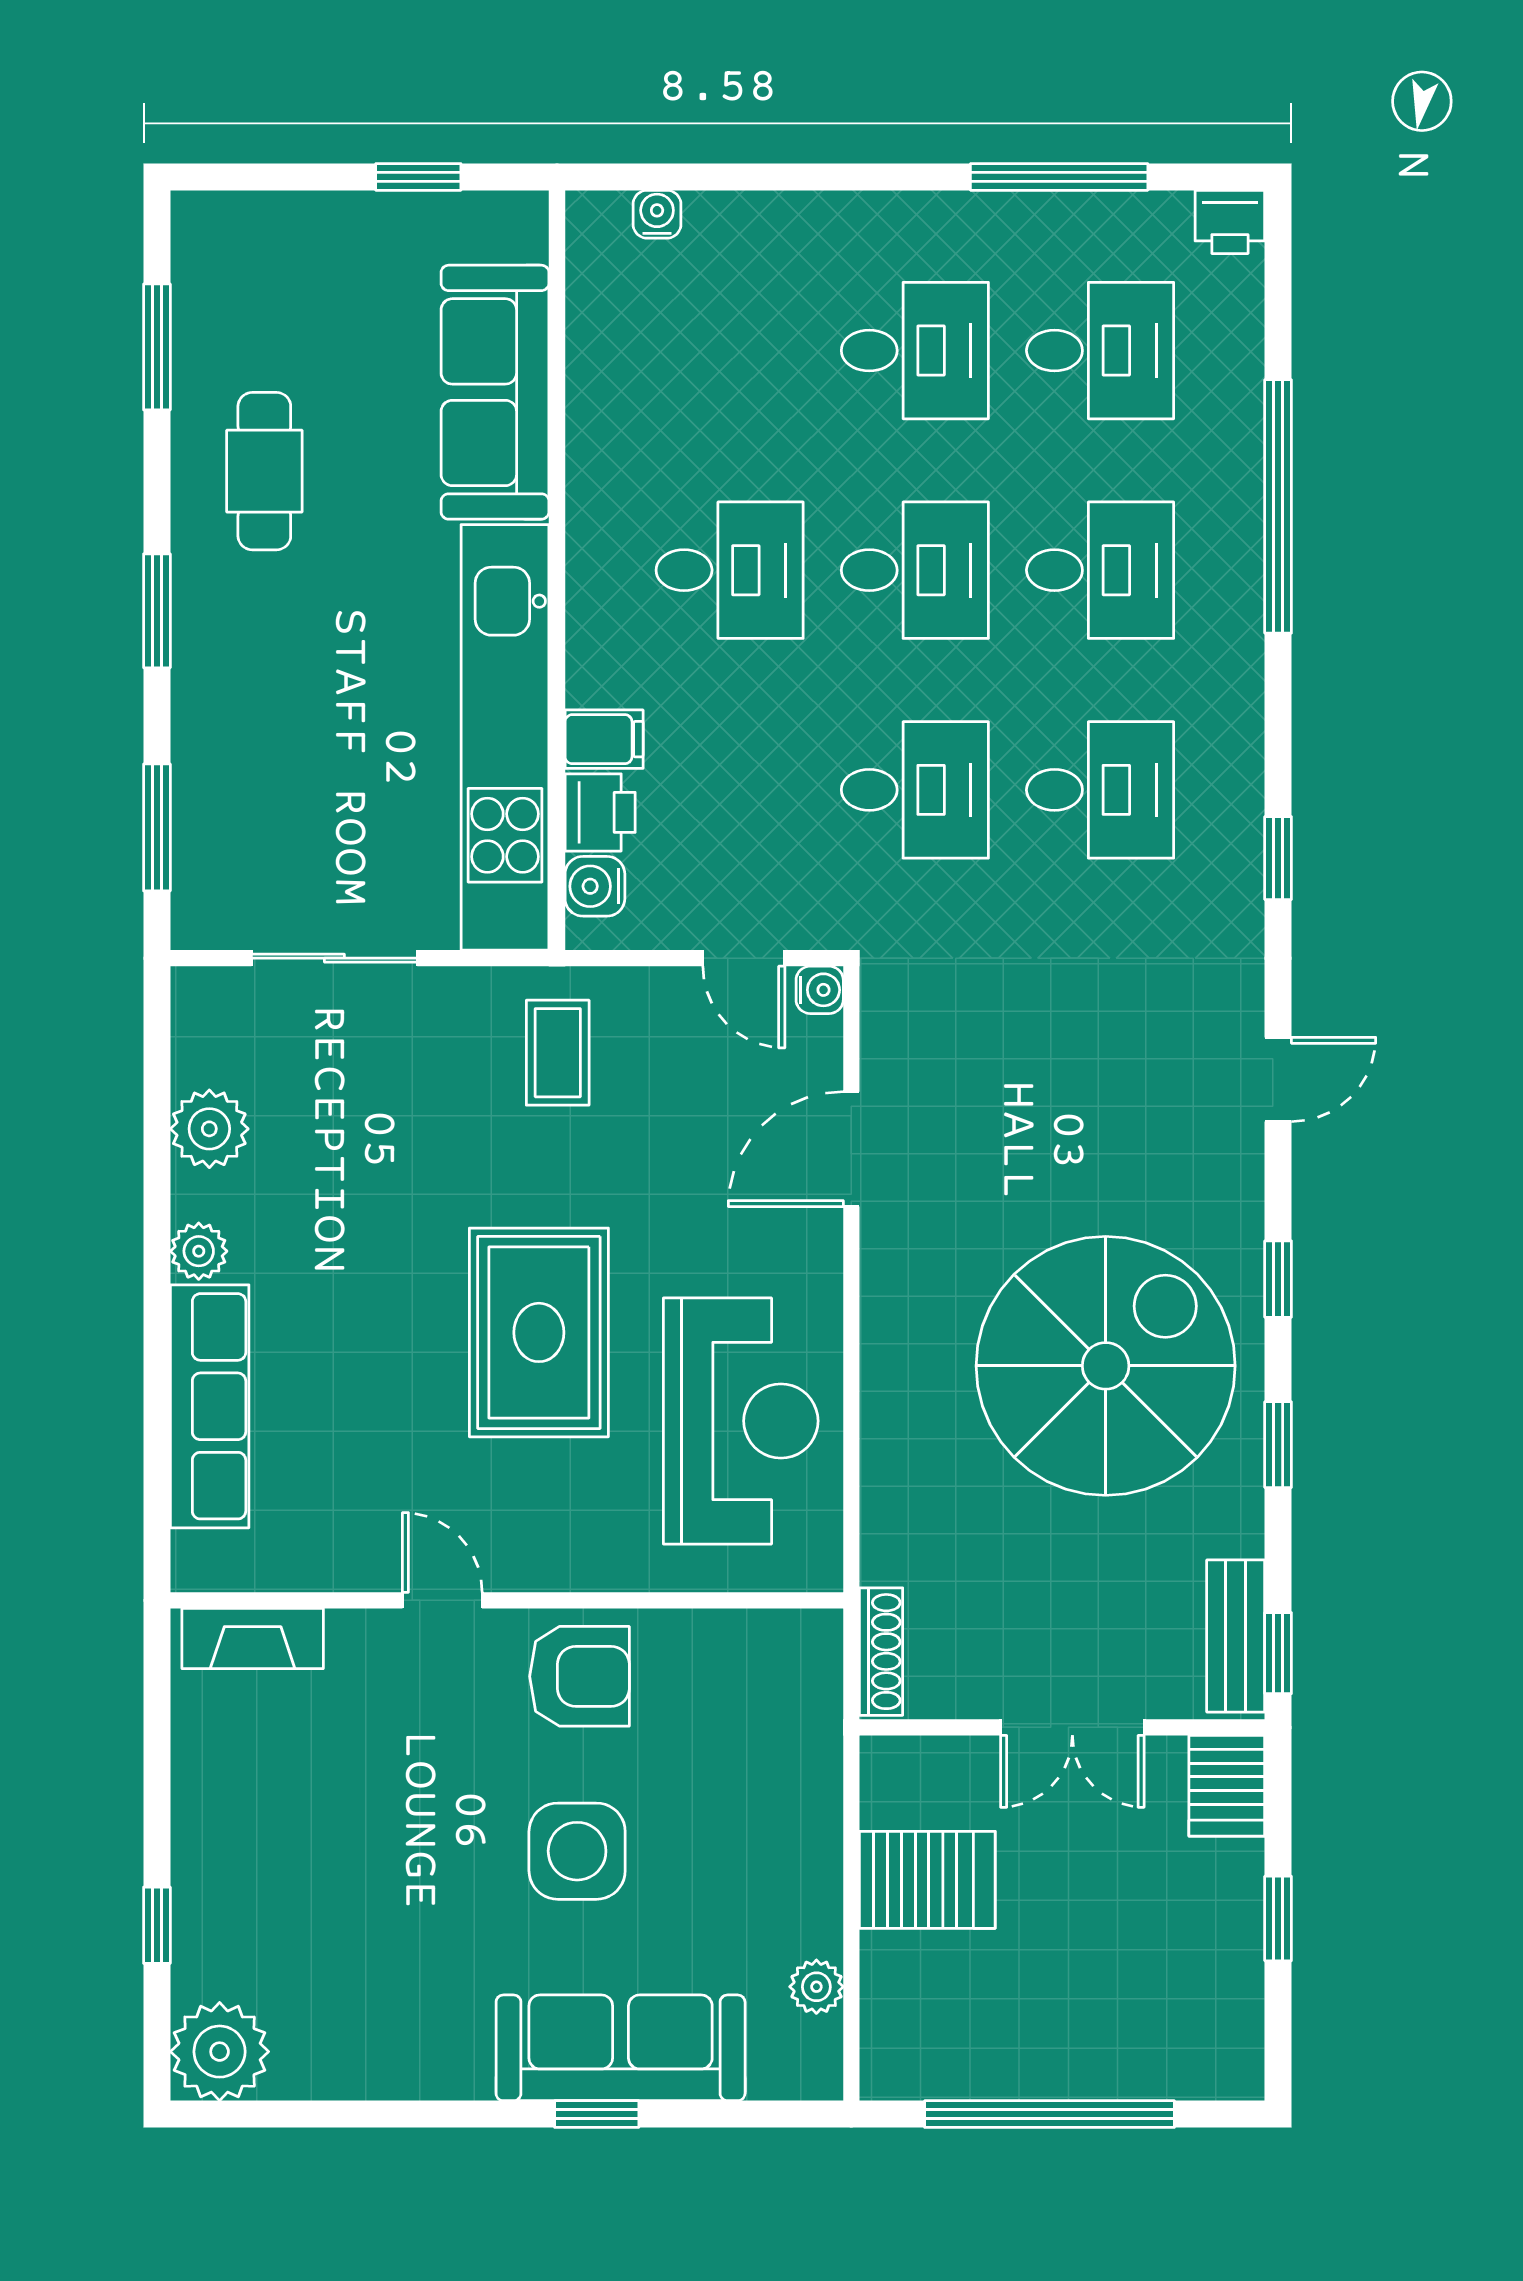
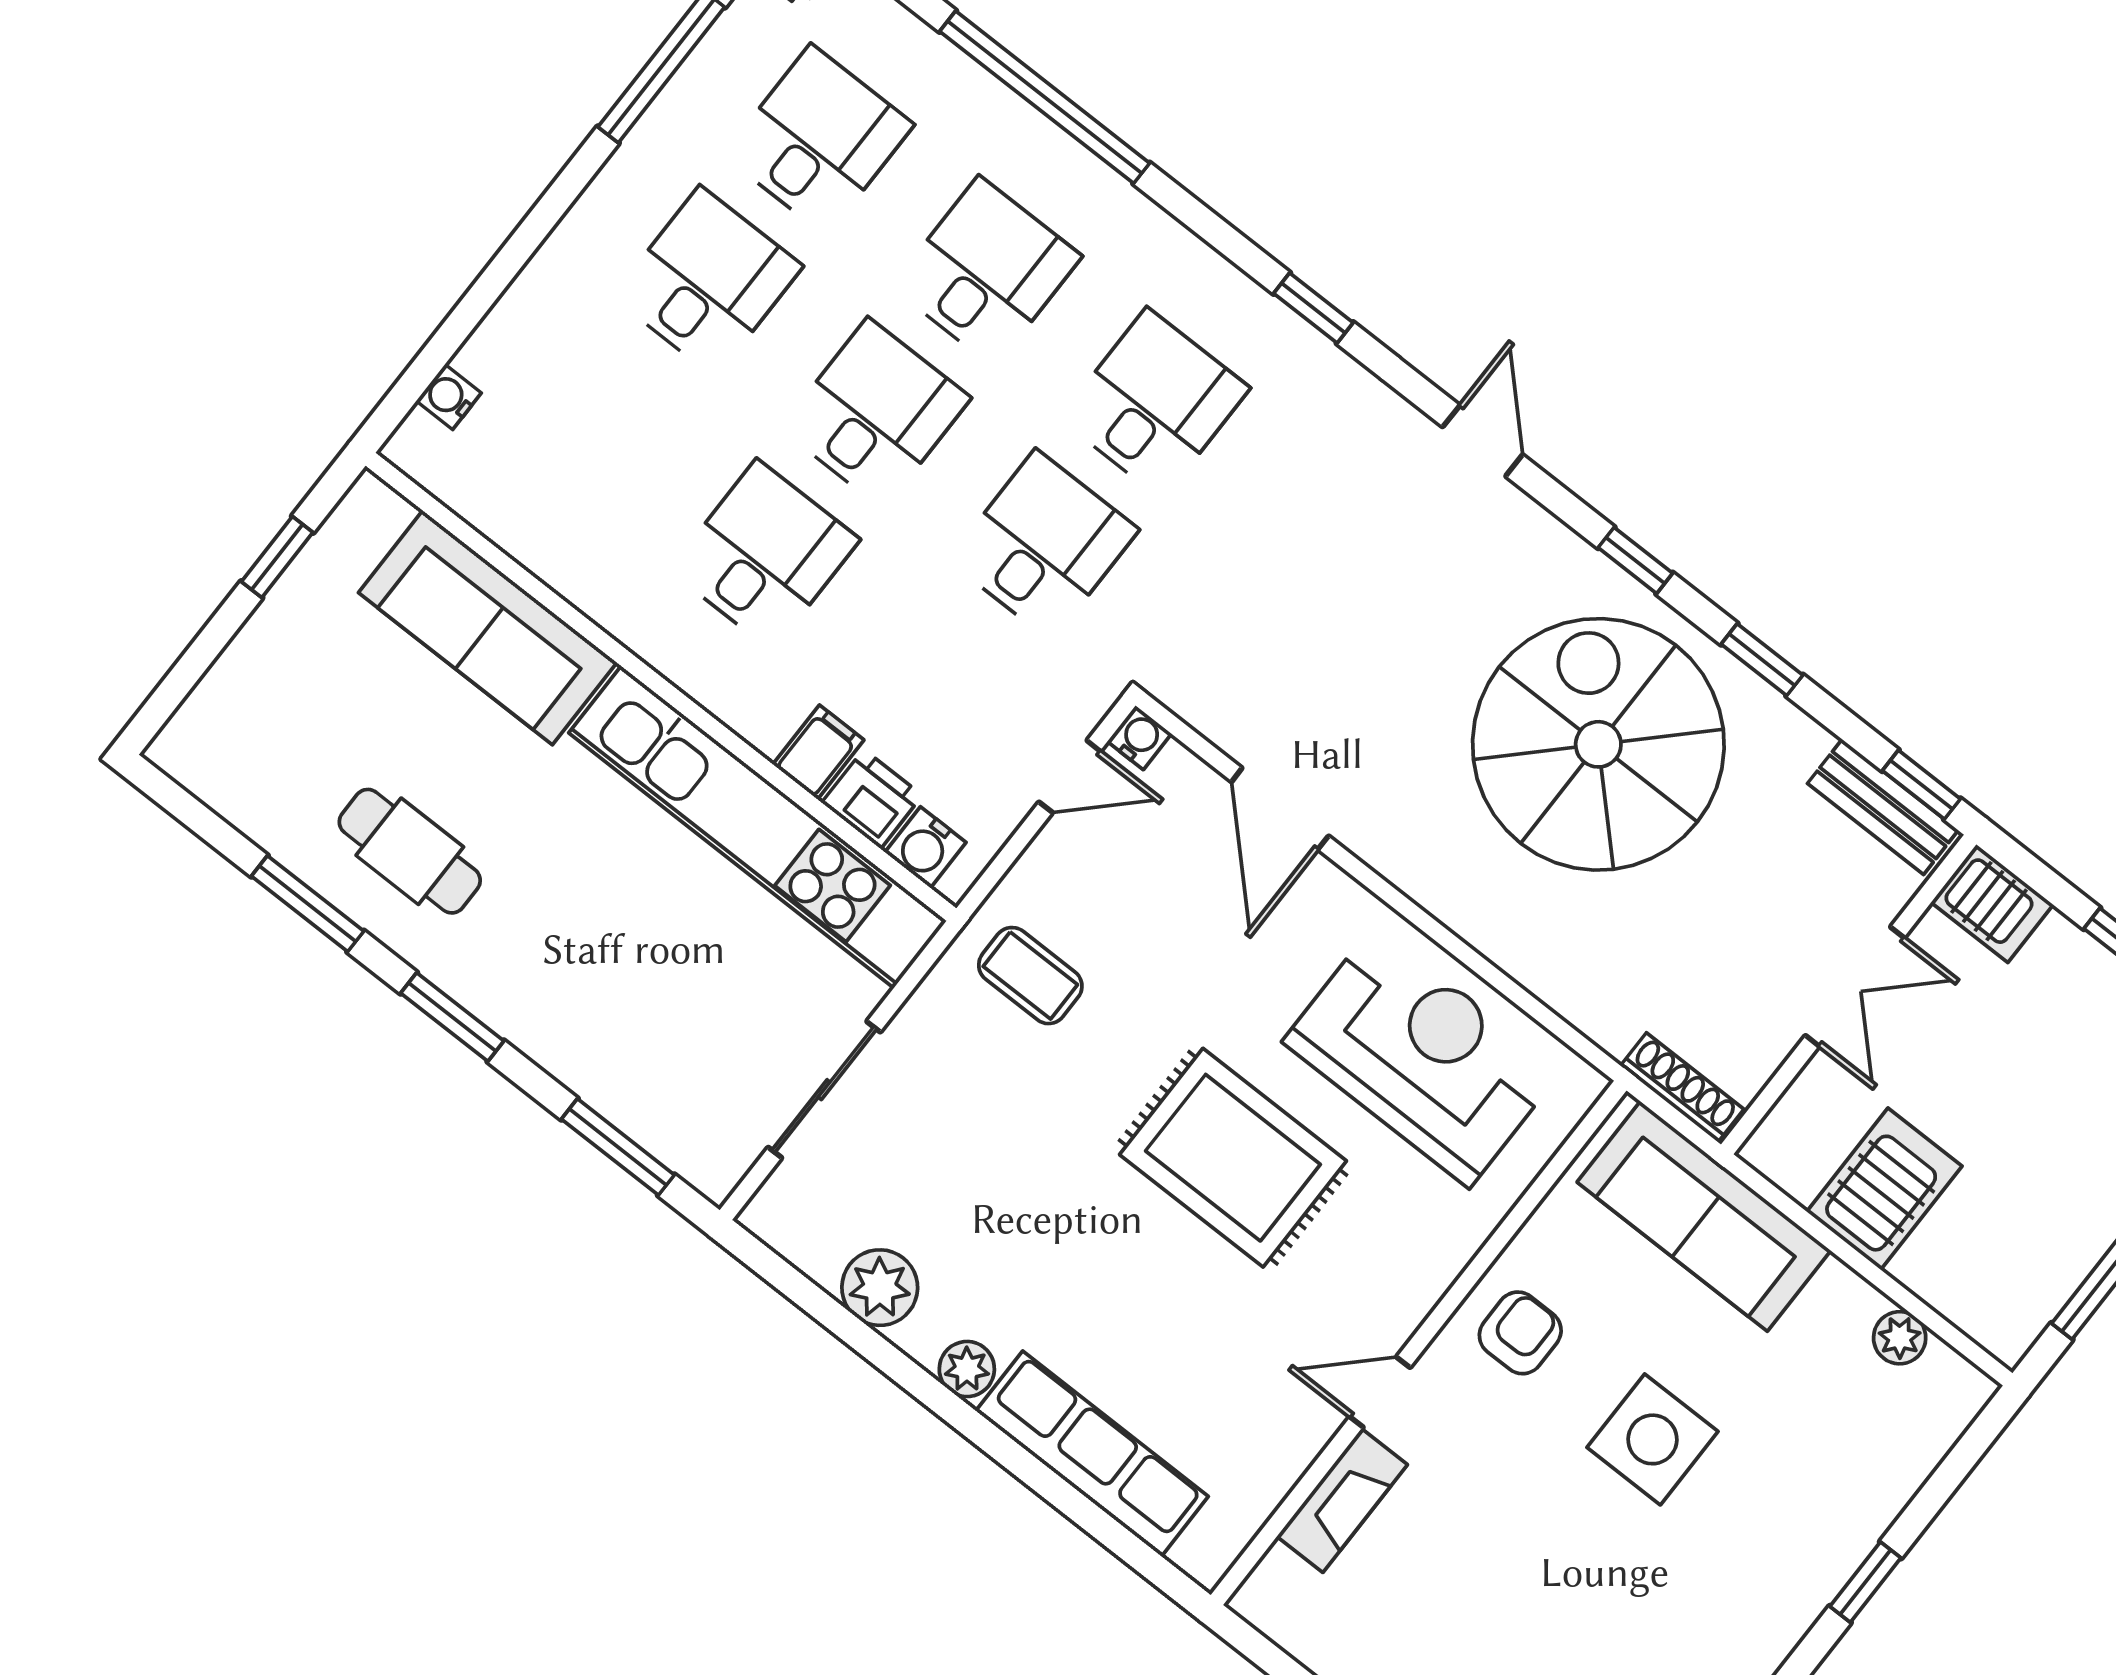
window: (157, 347) -> (308, 904), moved
fireplace: (253, 1639) -> (1342, 1500), moved
armchair: (579, 1676) -> (1520, 1333), width x0.72, depth x0.72
sofa: (621, 2048) -> (1704, 1216), moved, turned -90

